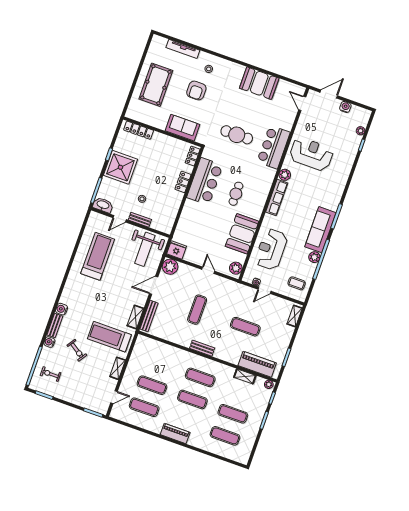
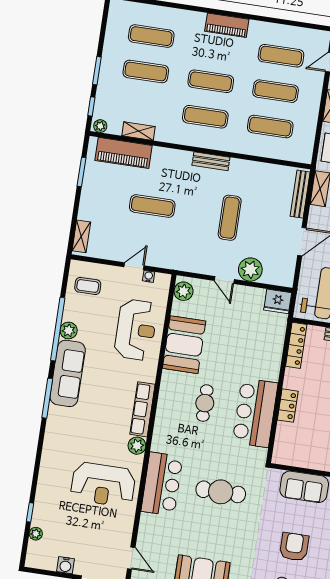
locker: (193, 156) -> (296, 345), moved, width x1.53
plant: (170, 267) -> (250, 270), moved
exercise mat: (160, 363) -> (270, 127), added

